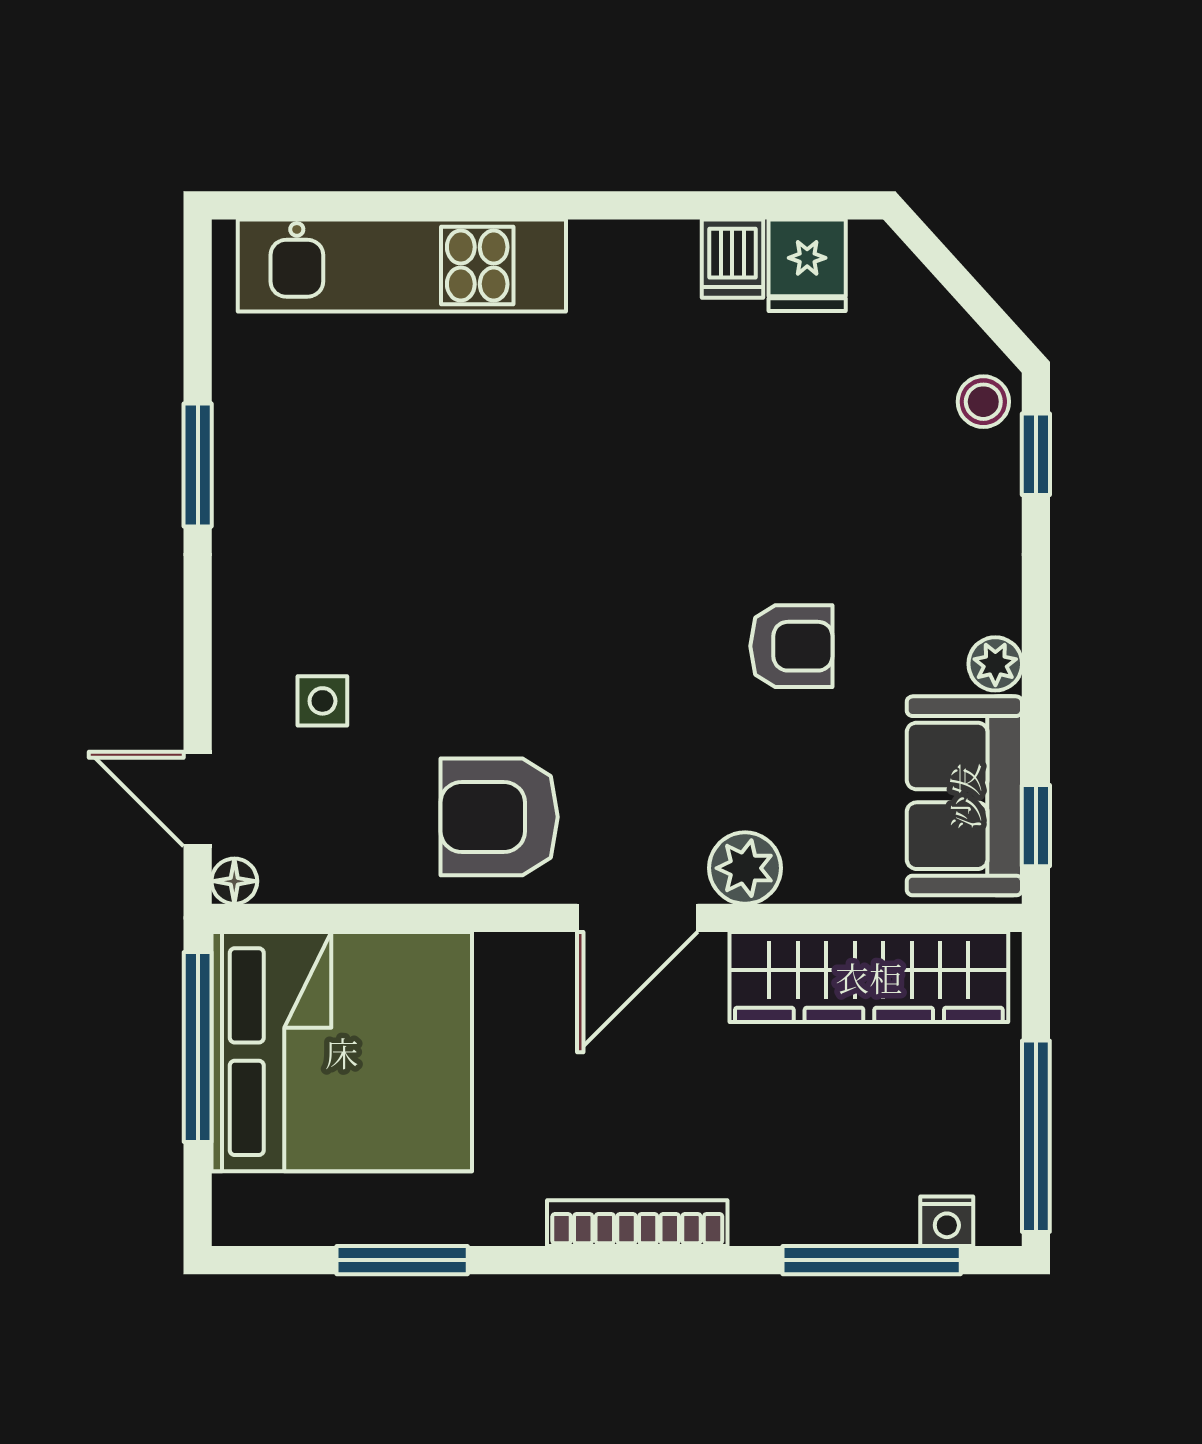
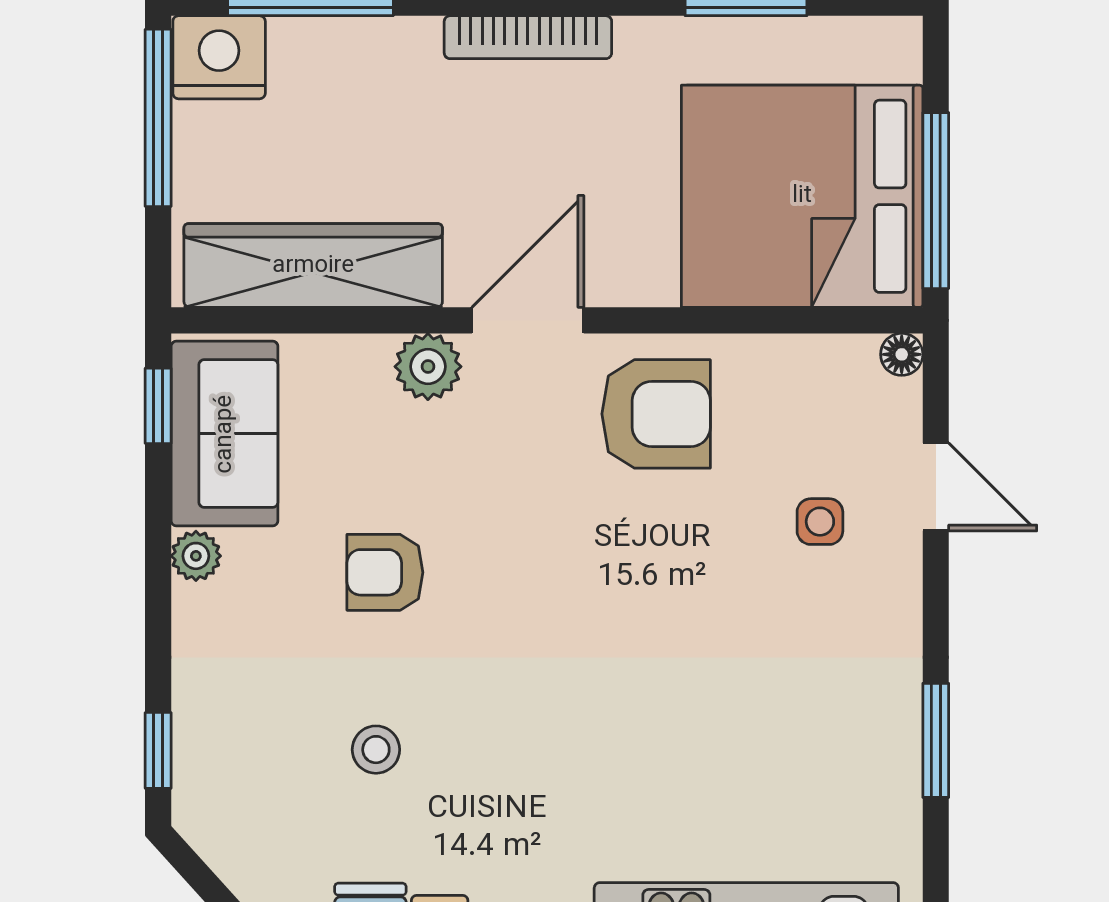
stool: (983, 402) -> (376, 750), moved
door: (198, 799) -> (936, 487), moved
nightstand: (947, 1221) -> (219, 57), width x1.89, depth x1.79

